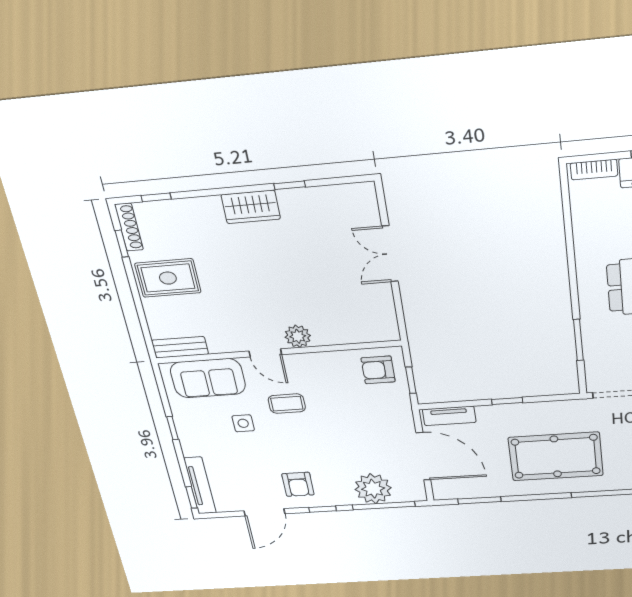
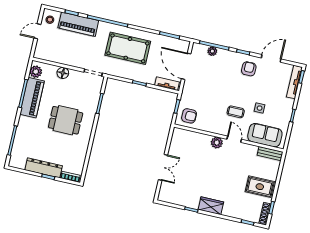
plant: (373, 489) -> (212, 51), width x0.53, depth x0.53

